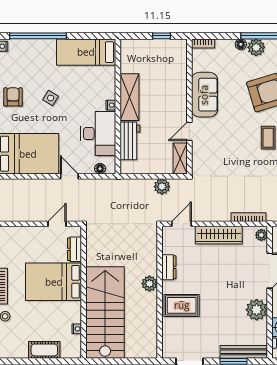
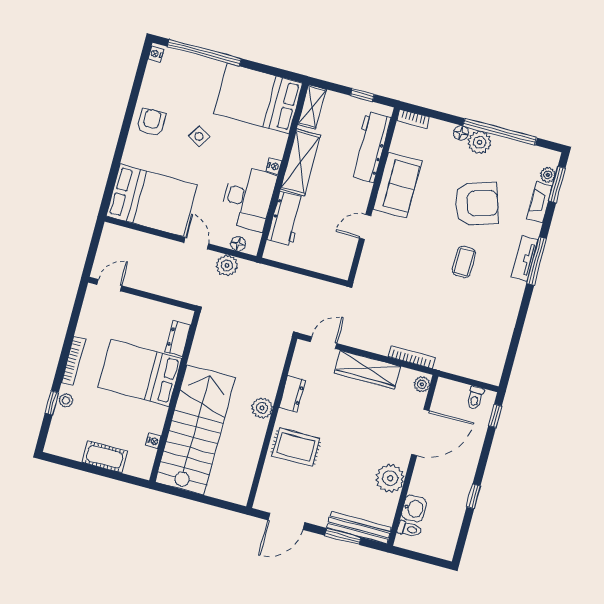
bed: (86, 52) -> (258, 98), width x1.50
workbench: (177, 72) -> (370, 147), added
shelving: (180, 159) -> (312, 107), moved
plant: (162, 187) -> (227, 265), moved
door: (57, 224) -> (109, 285), moved

